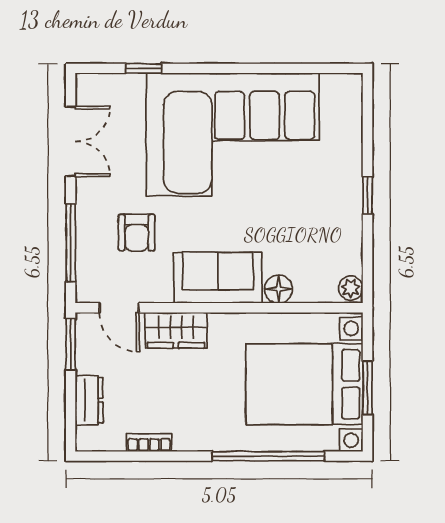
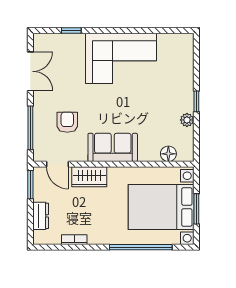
corner sofa: (233, 134) -> (121, 58), width x0.73, depth x0.74
armchair: (137, 233) -> (67, 122), turned 180
plant: (351, 288) -> (187, 120), moved
floor lamp: (278, 289) -> (168, 154), moved

